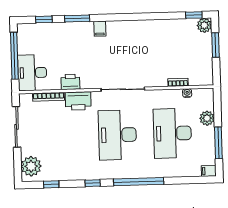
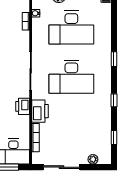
printer: (70, 82) -> (23, 106), moved
plant: (31, 166) -> (93, 159), width x0.53, depth x0.53
window: (139, 182) -> (114, 59), width x0.32

